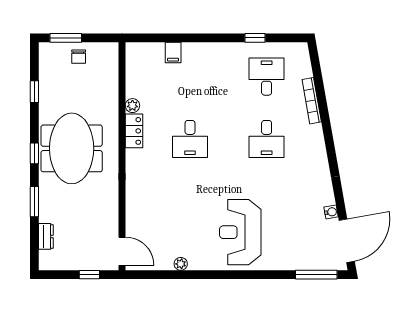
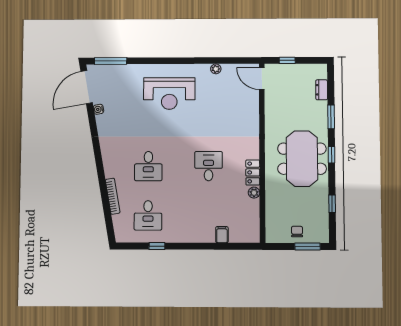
desk: (267, 139) -> (148, 166), turned 180
reception desk: (240, 232) -> (169, 94), turned 90

